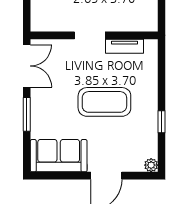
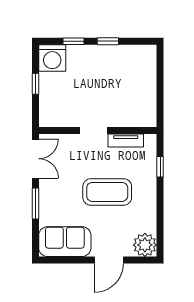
window: (162, 122) -> (160, 167), moved
plant: (151, 165) -> (145, 245), width x1.88, depth x1.88

